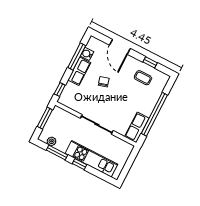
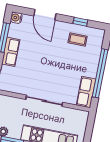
water cooler: (87, 54) -> (16, 18), moved
chair: (104, 82) -> (39, 55), removed

